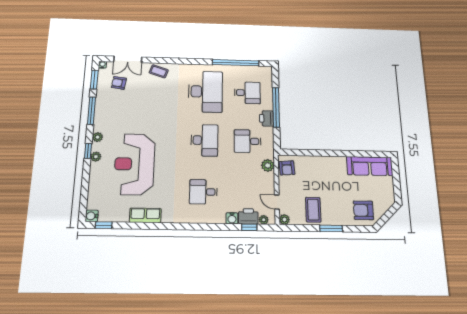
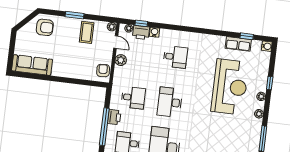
window: (88, 151) -> (270, 83), moved
plant: (268, 165) -> (121, 60), moved
row of seats: (145, 215) -> (238, 44), moved
window: (104, 225) -> (247, 36), moved

